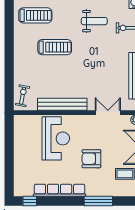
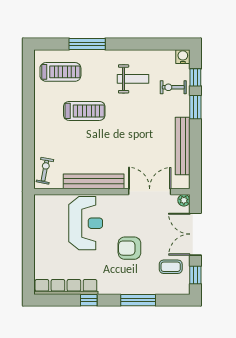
double door: (108, 113) -> (150, 192), width x1.37
row of seats: (60, 190) -> (66, 287), moved
window: (30, 201) -> (89, 300), moved

